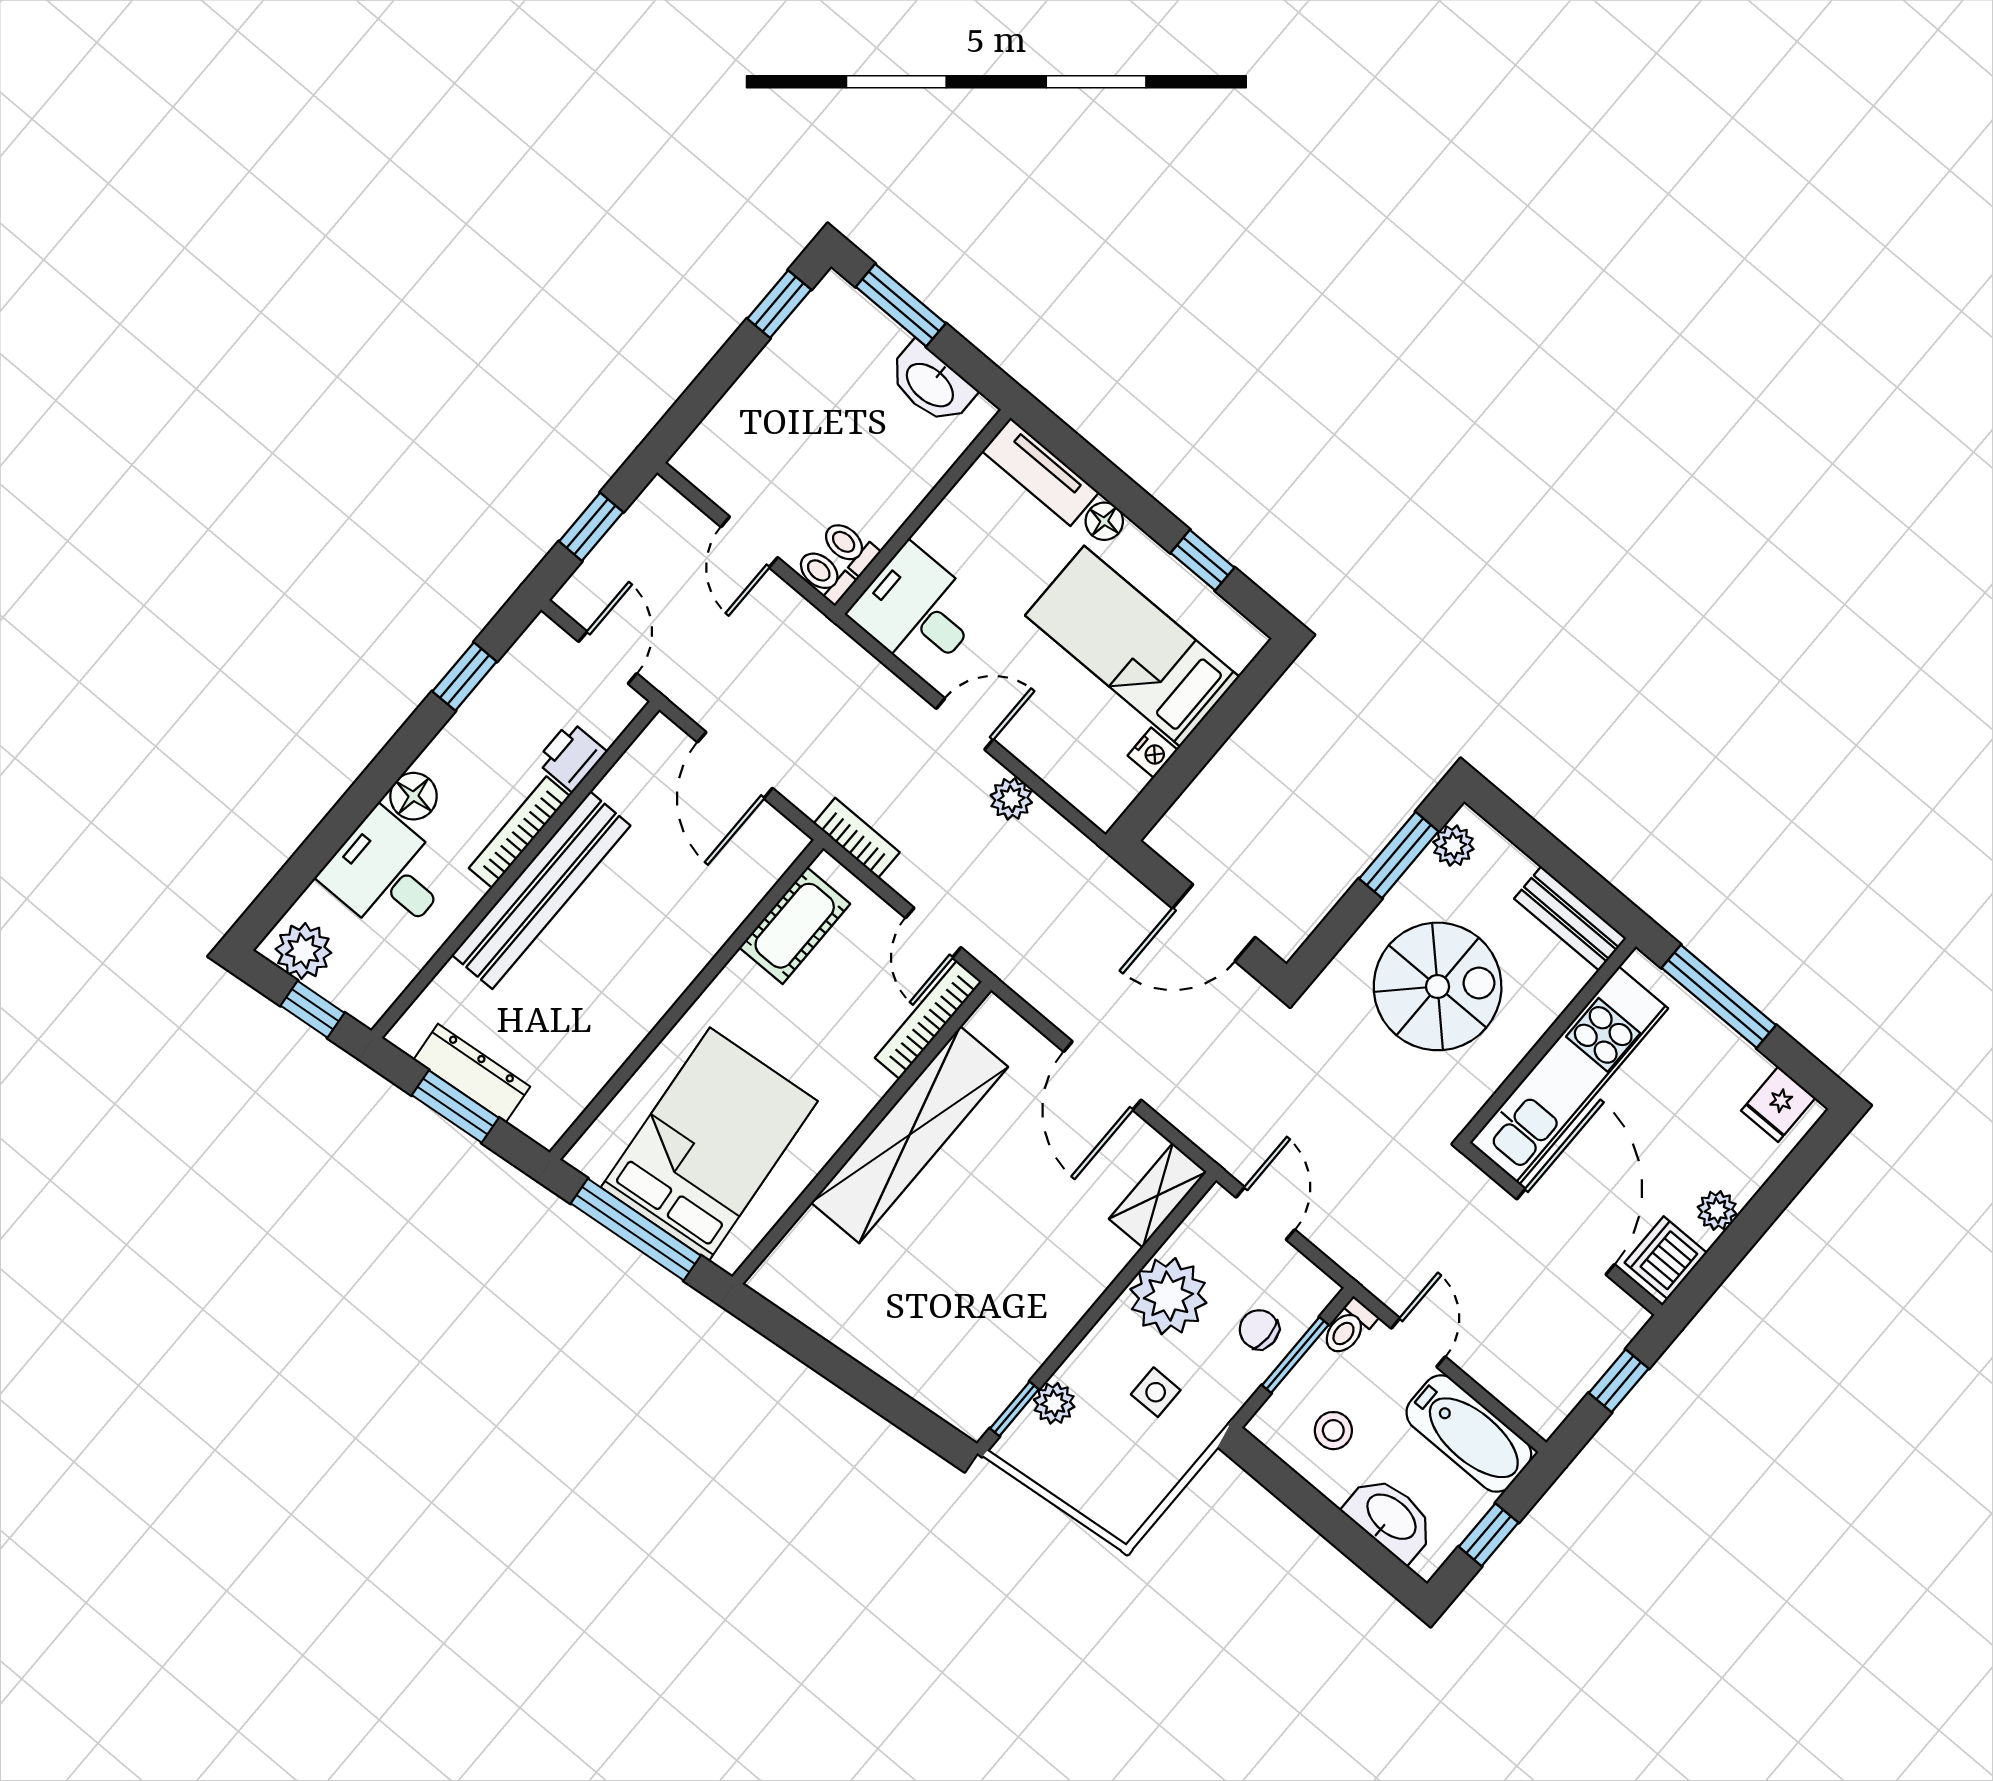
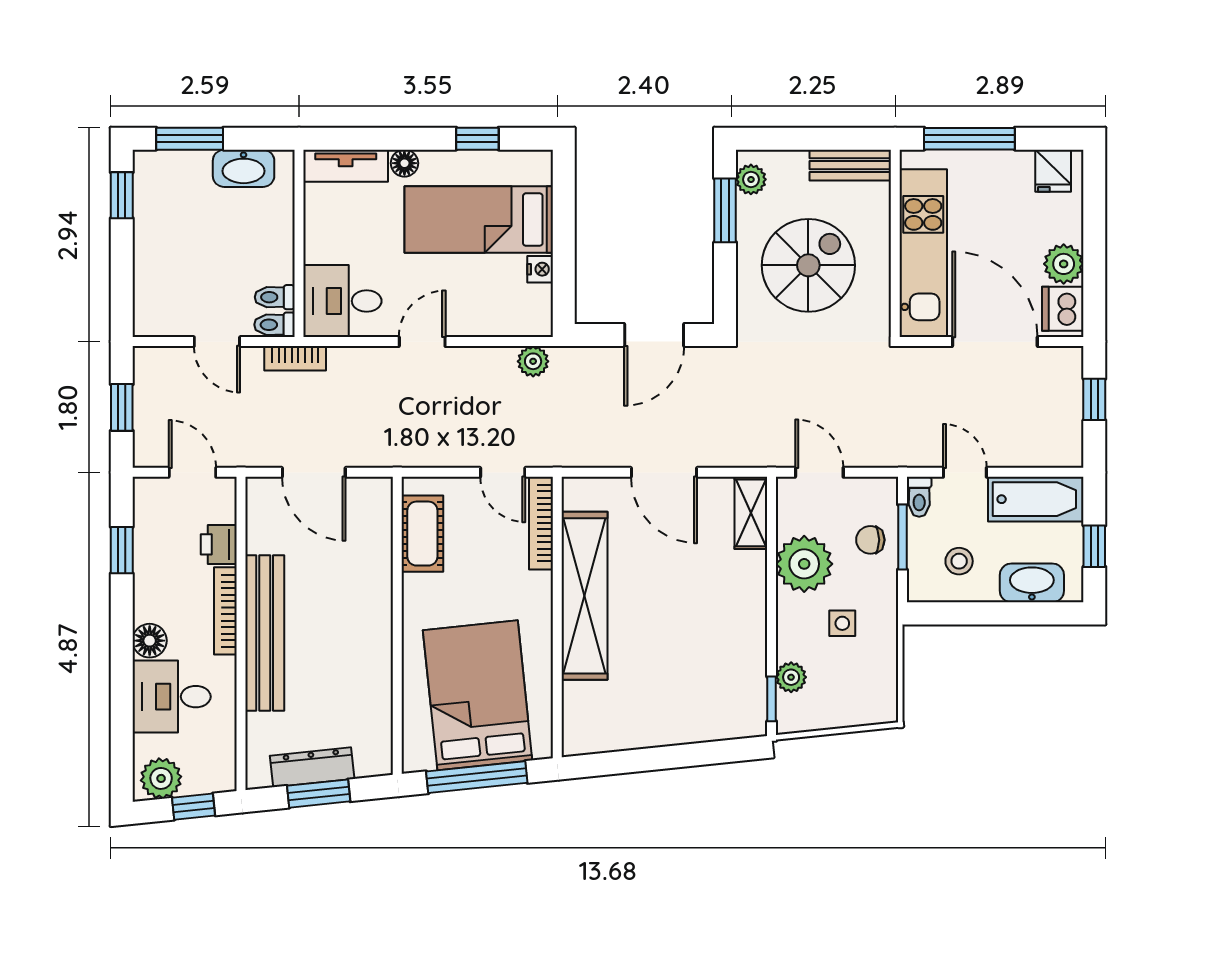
plant: (1011, 799) -> (533, 361), moved
bookcase: (857, 838) -> (295, 358), moved, turned 180
plant: (1717, 1210) -> (1064, 264), width x1.38, depth x1.38

